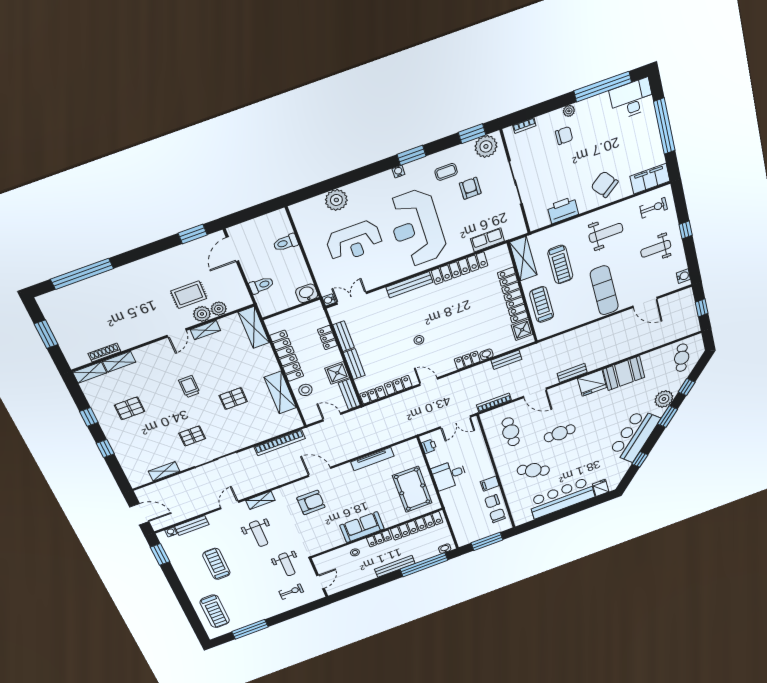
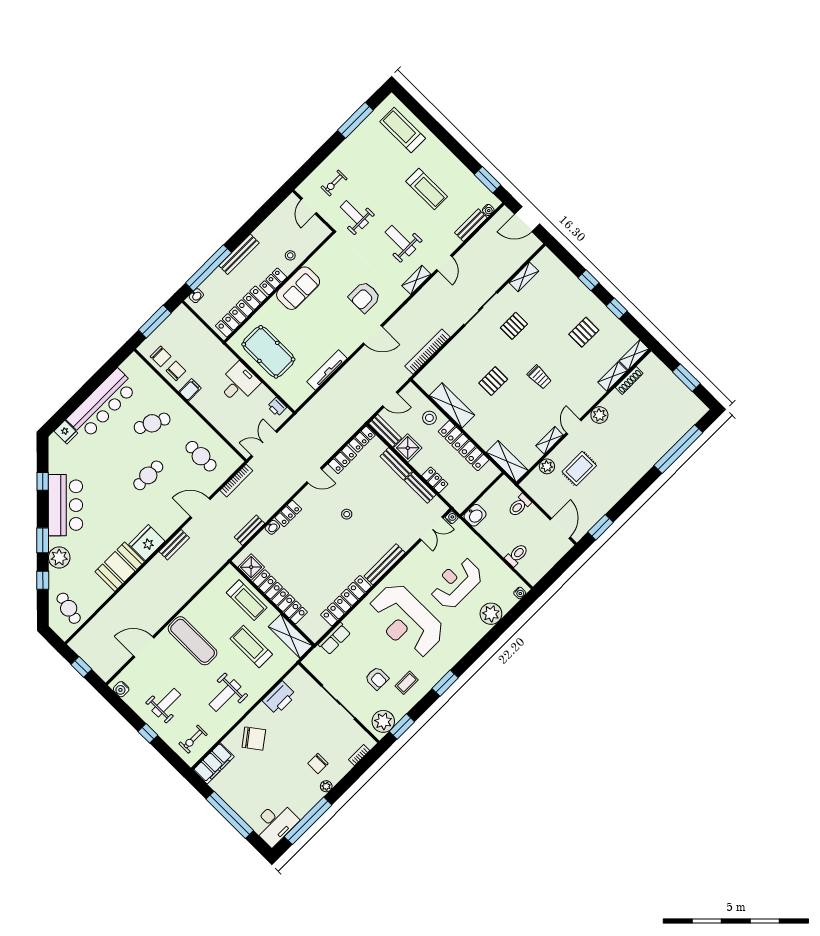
water cooler: (398, 172) -> (520, 593), moved
reception desk: (417, 228) -> (406, 621), turned 180
plant: (202, 314) -> (599, 415), moved

